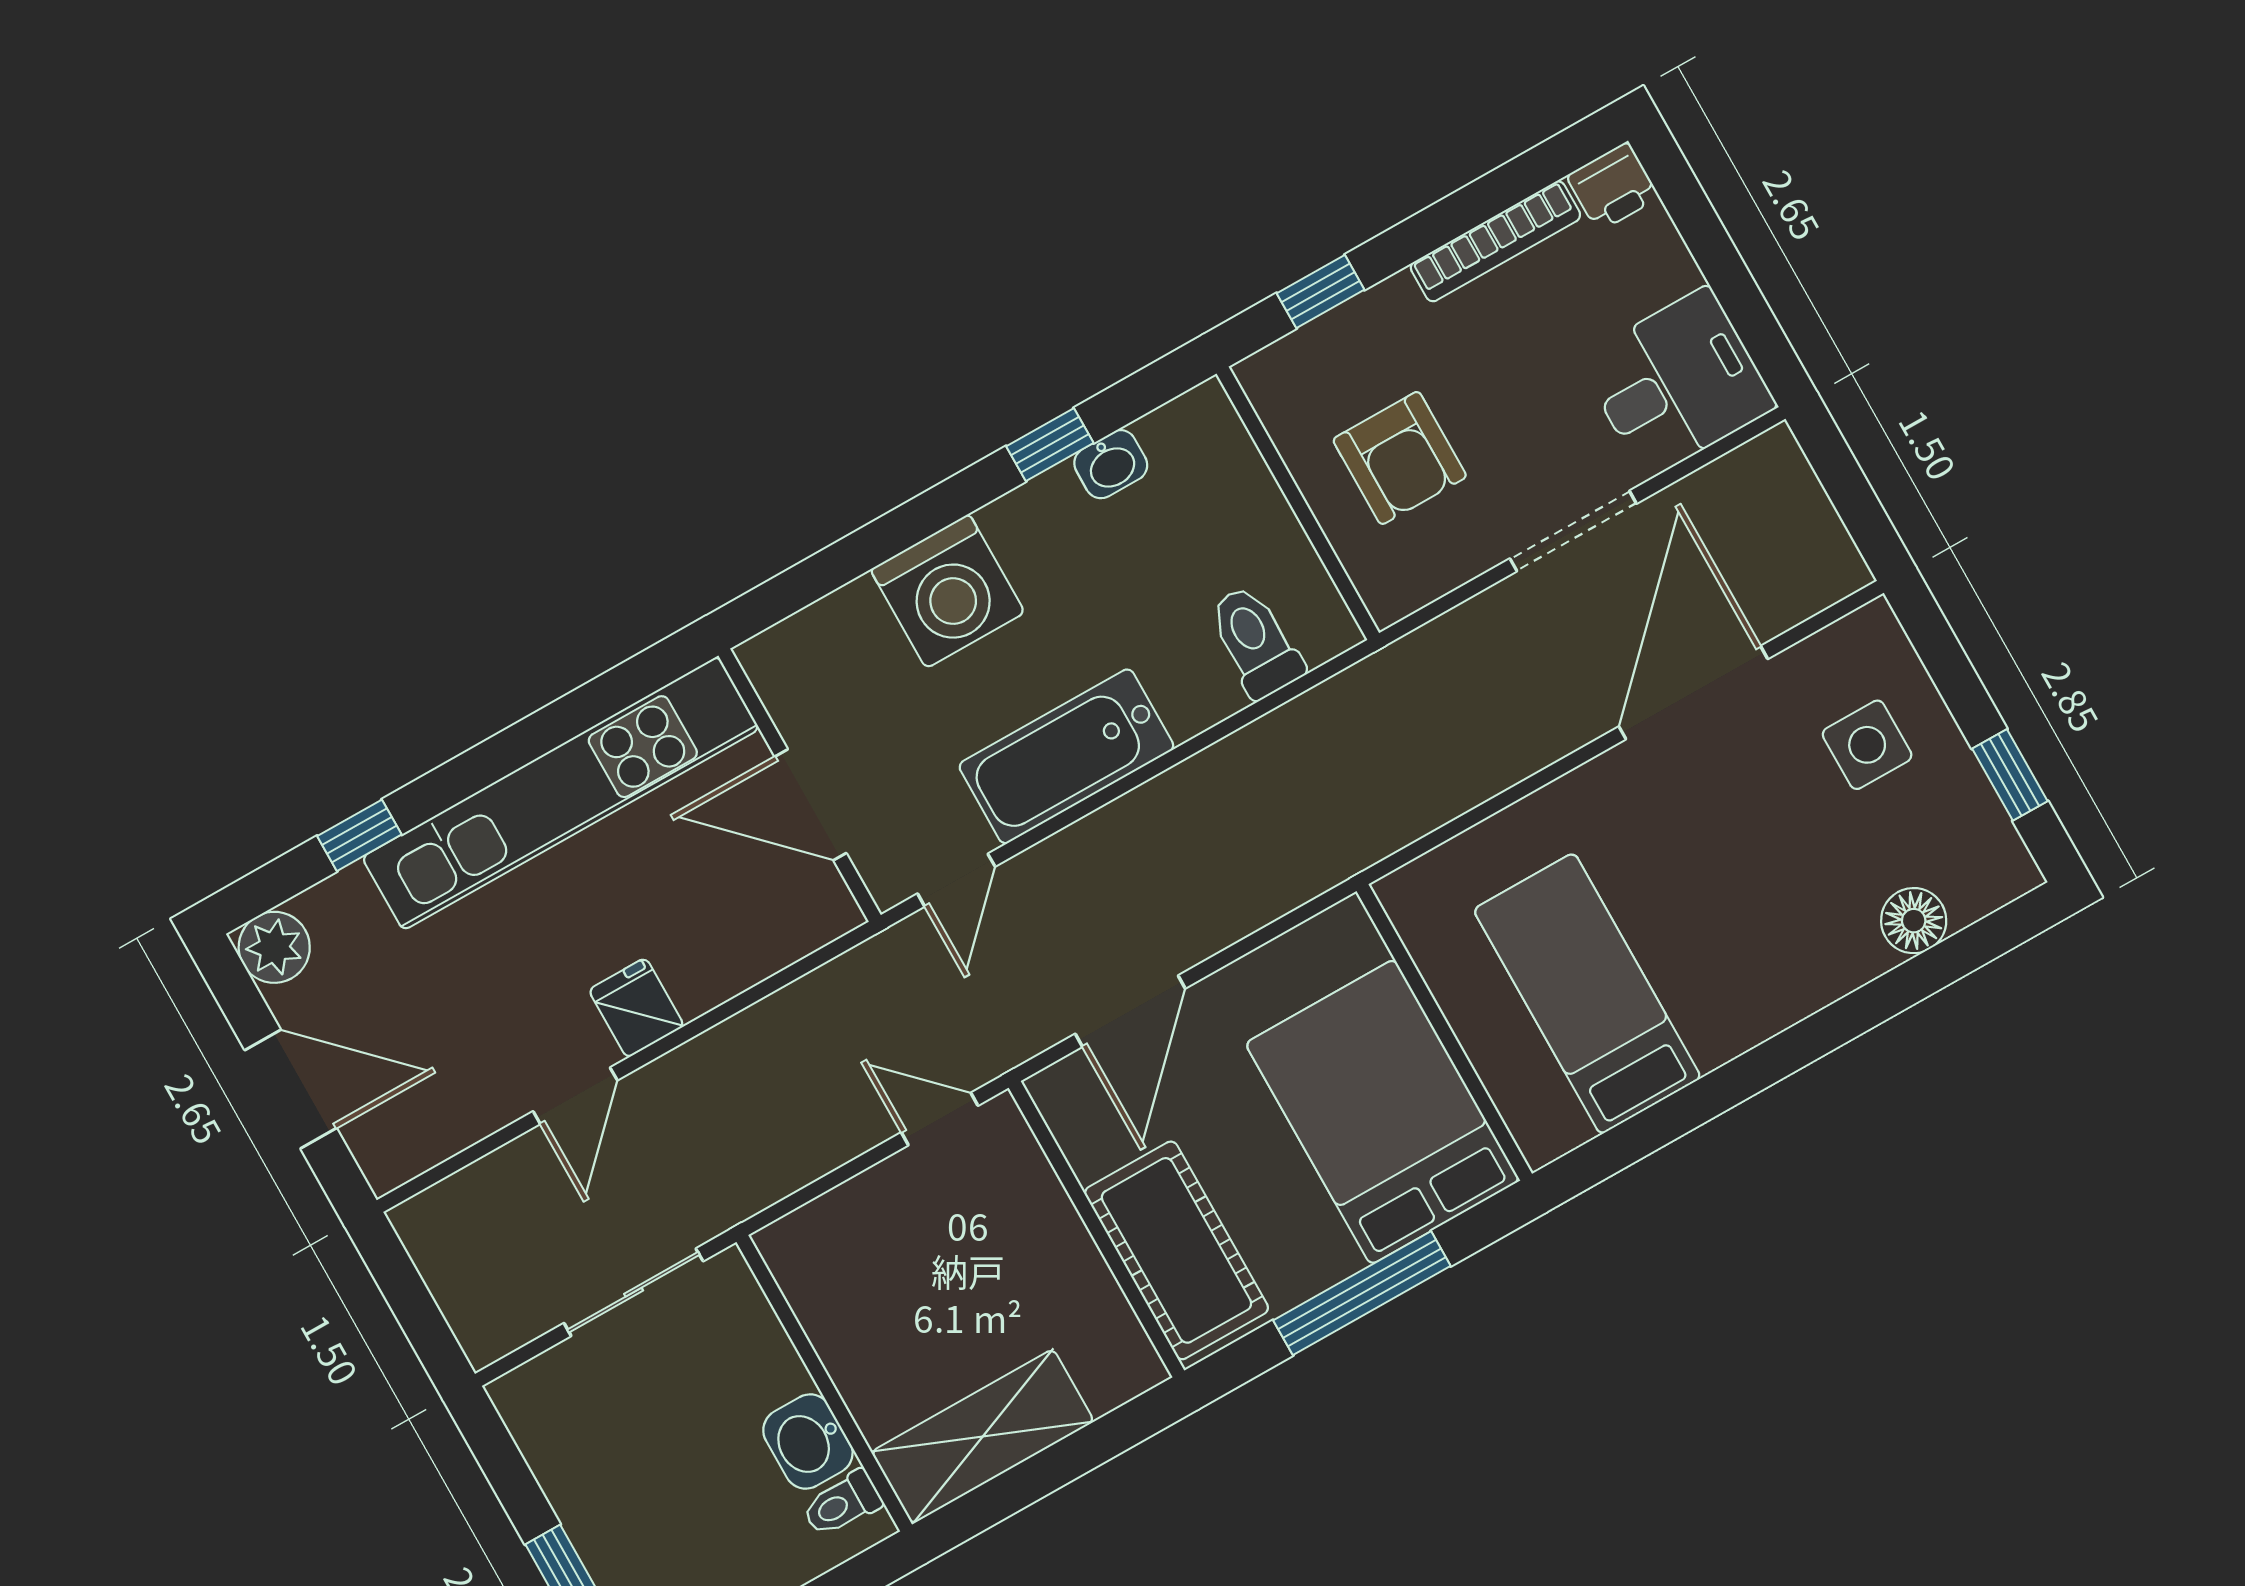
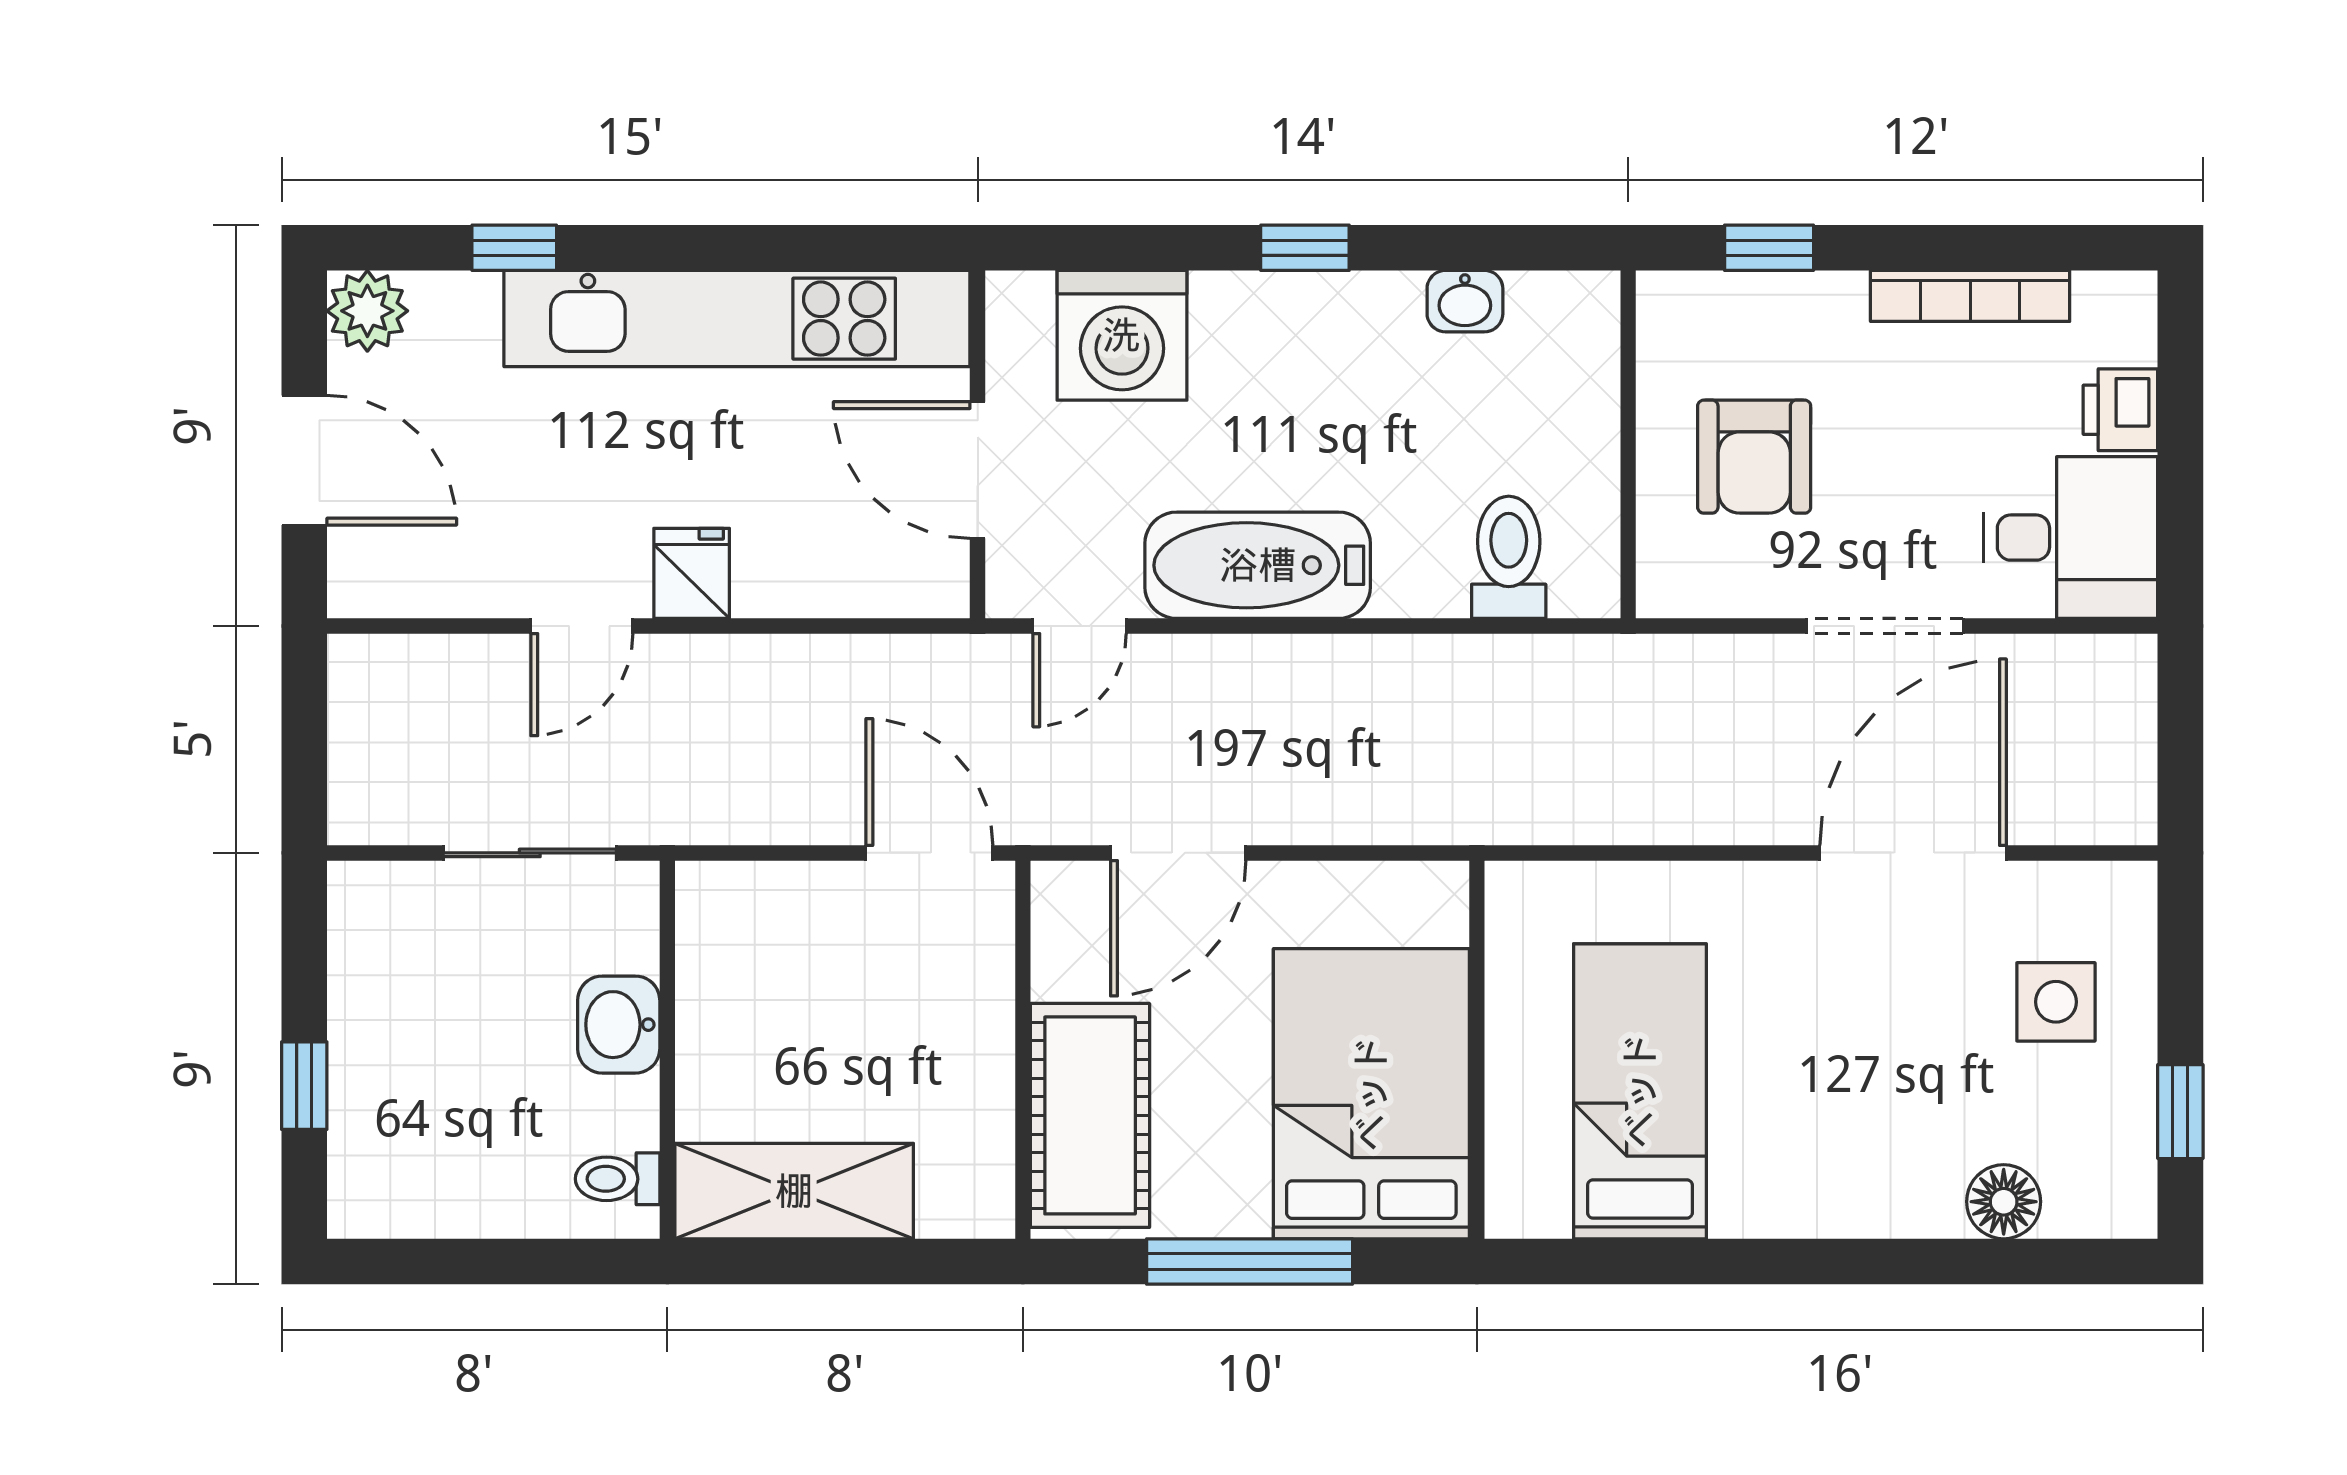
printer: (1613, 187) -> (2120, 410), moved, turned 90
window: (1050, 445) -> (1305, 248), moved
washing machine: (948, 591) -> (1122, 335), moved
door: (940, 1119) -> (929, 853), width x1.38
washbasin: (808, 1441) -> (619, 1025), moved

